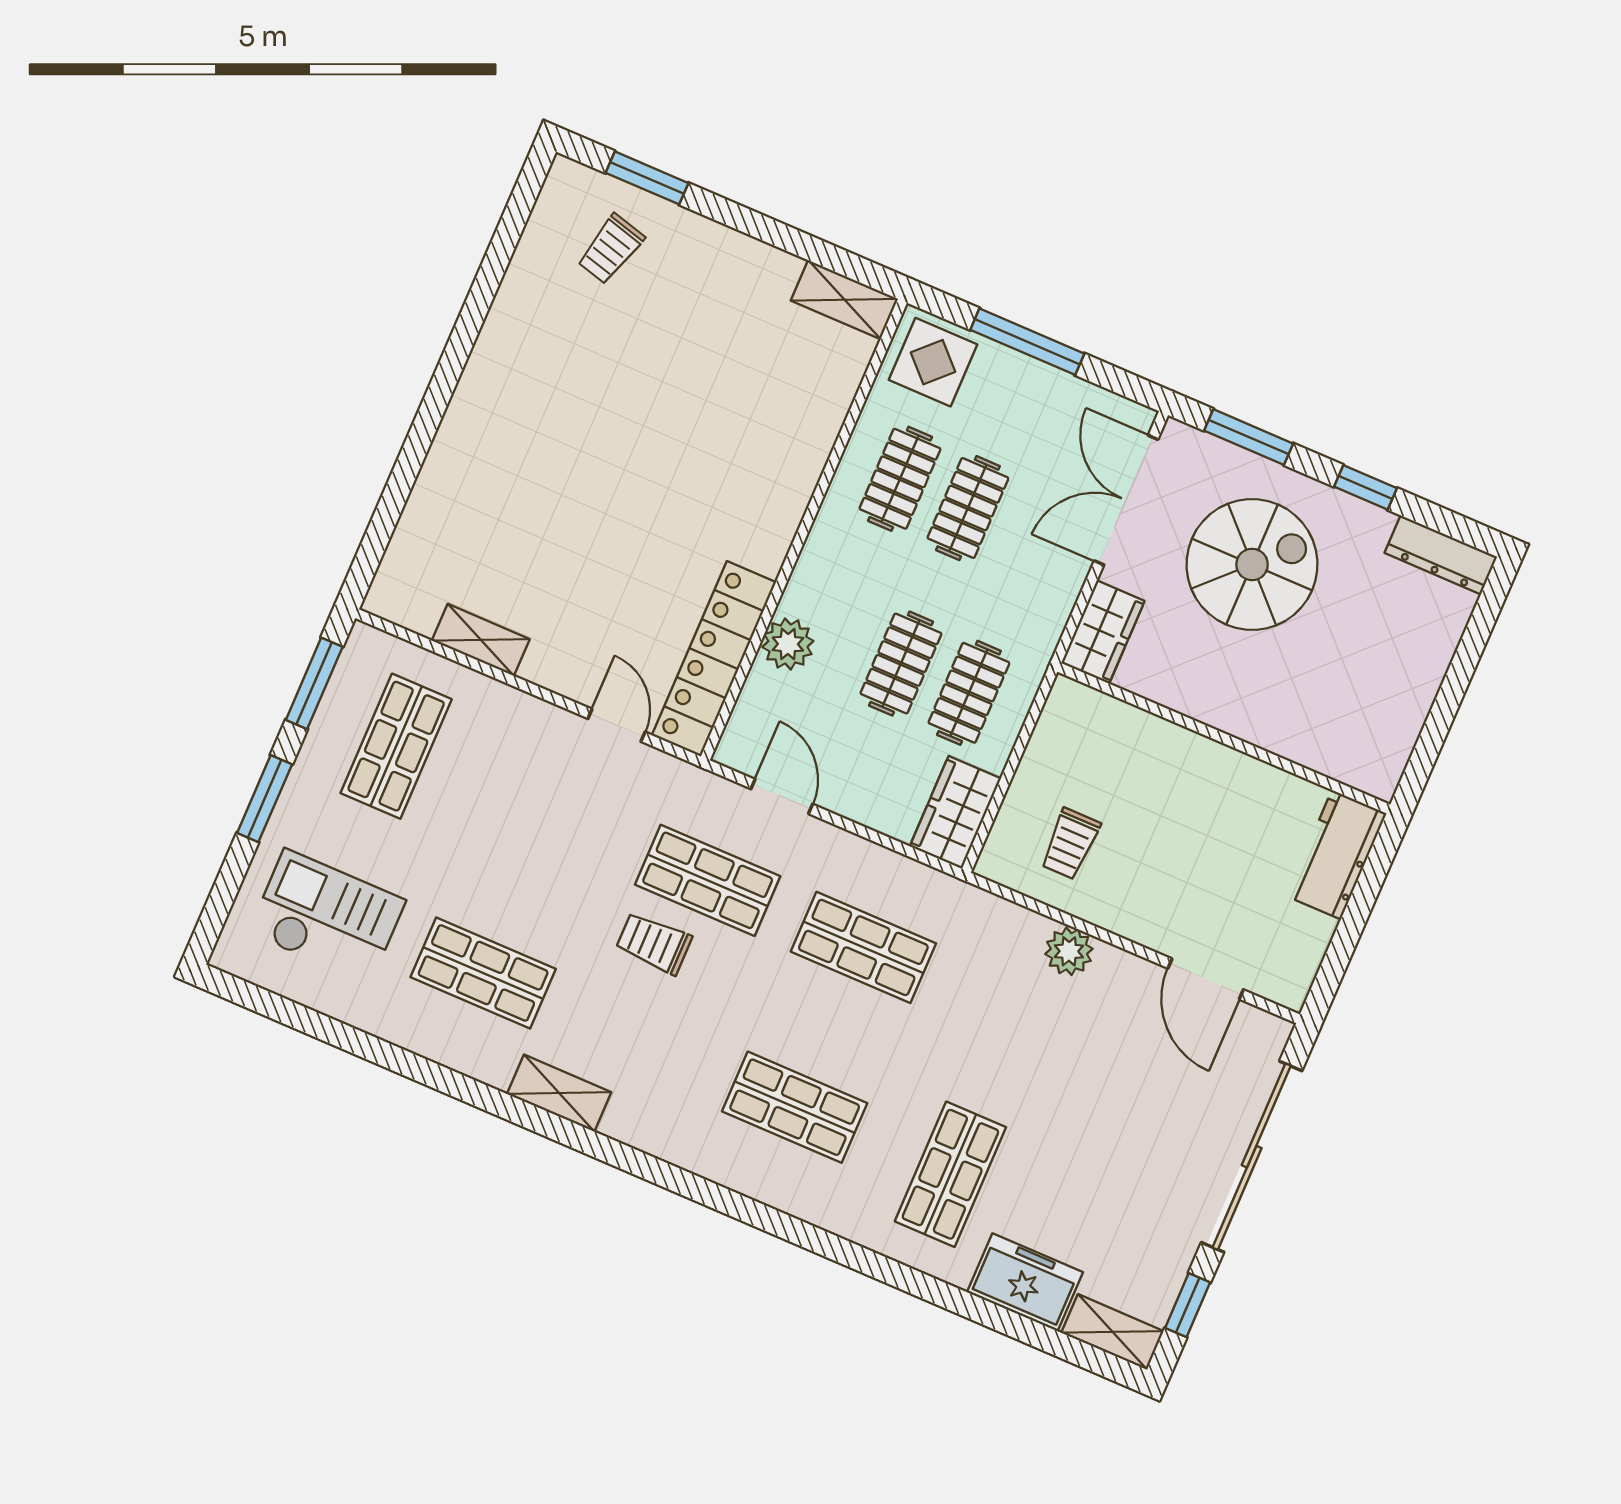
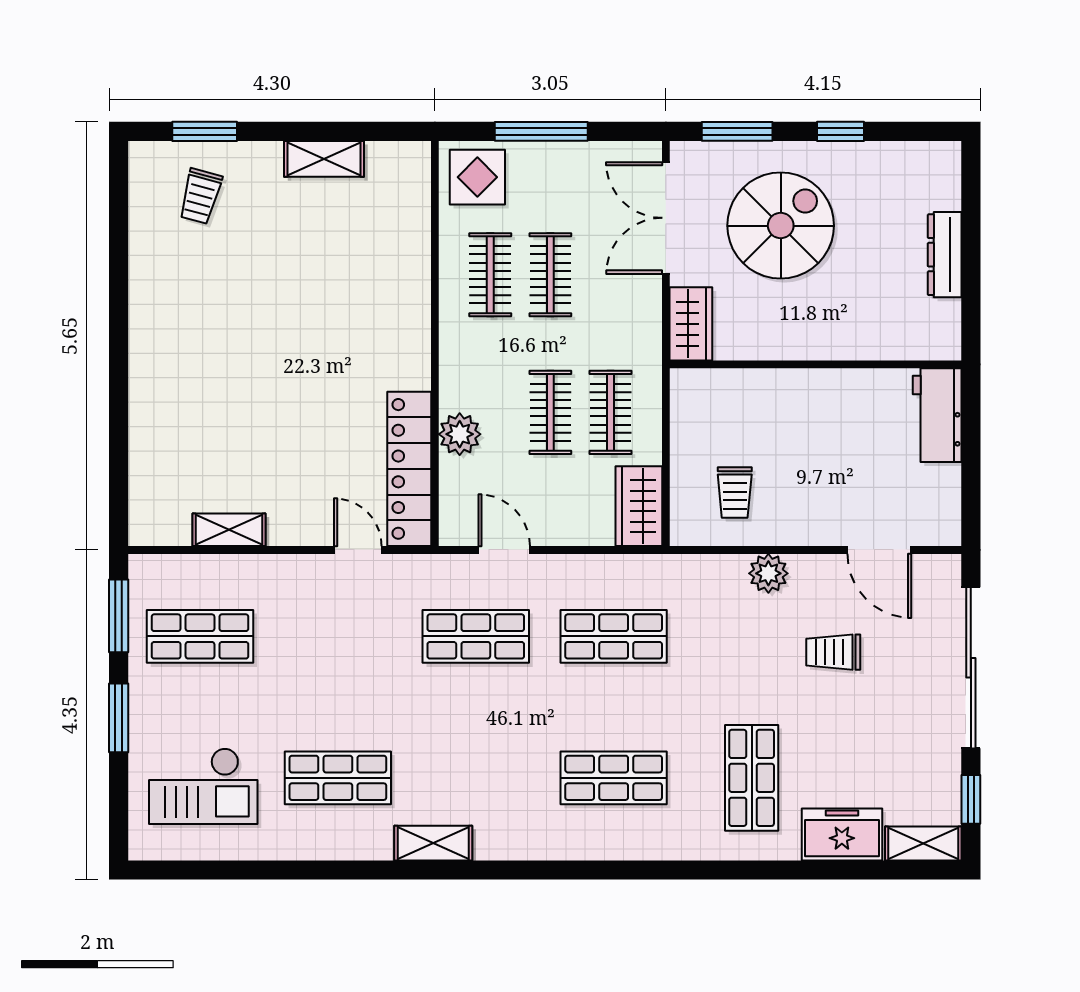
shelving: (844, 300) -> (324, 159), moved
dresser: (1441, 555) -> (945, 255), moved, turned 90
shop shelf: (396, 746) -> (200, 636), turned 90
checkout: (327, 917) -> (203, 786), turned 180
trolley: (654, 943) -> (833, 652), moved

